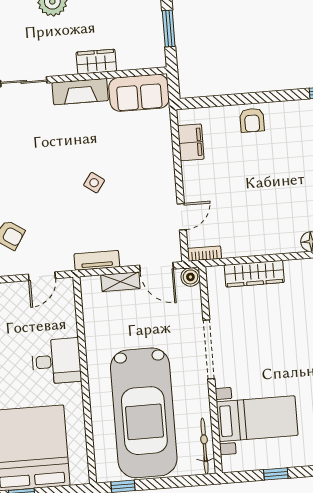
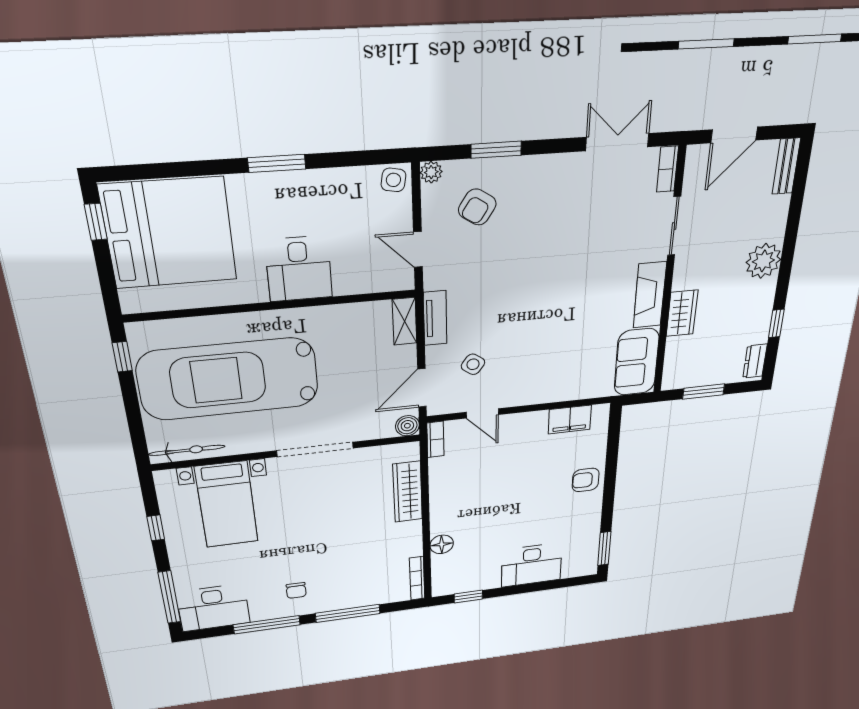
side table: (94, 183) -> (473, 364), moved
shelving: (120, 282) -> (405, 321), moved

